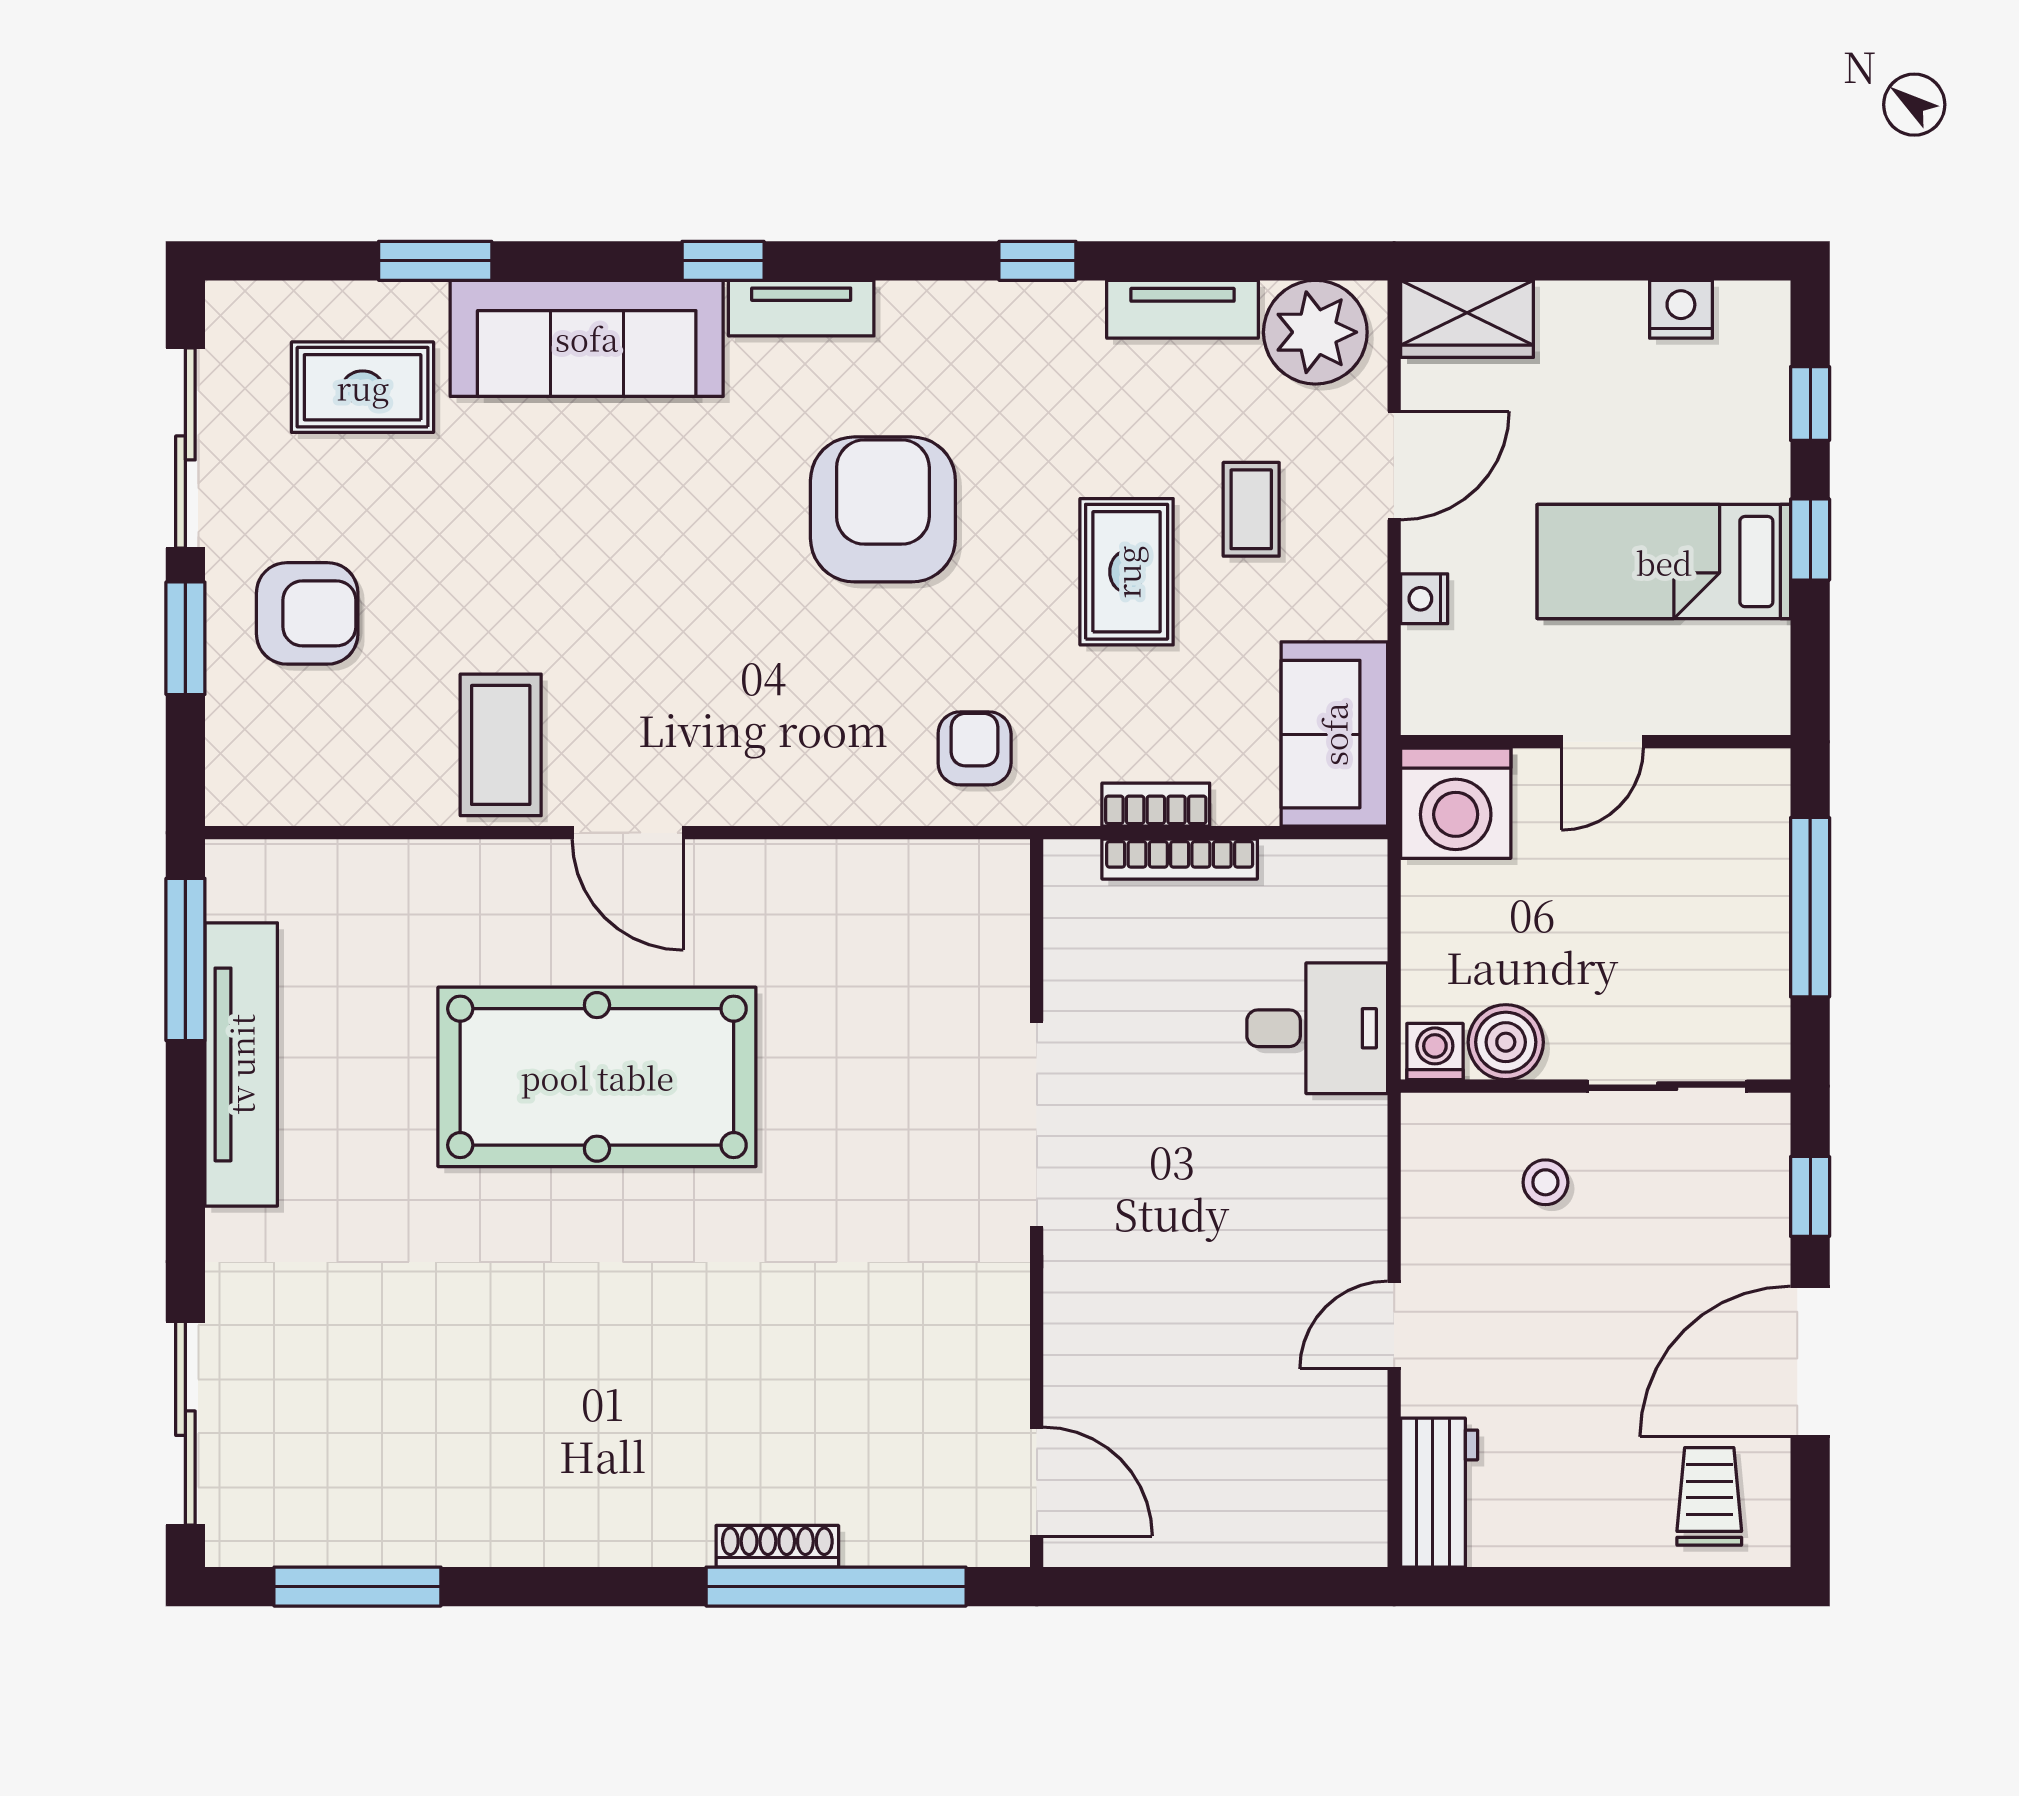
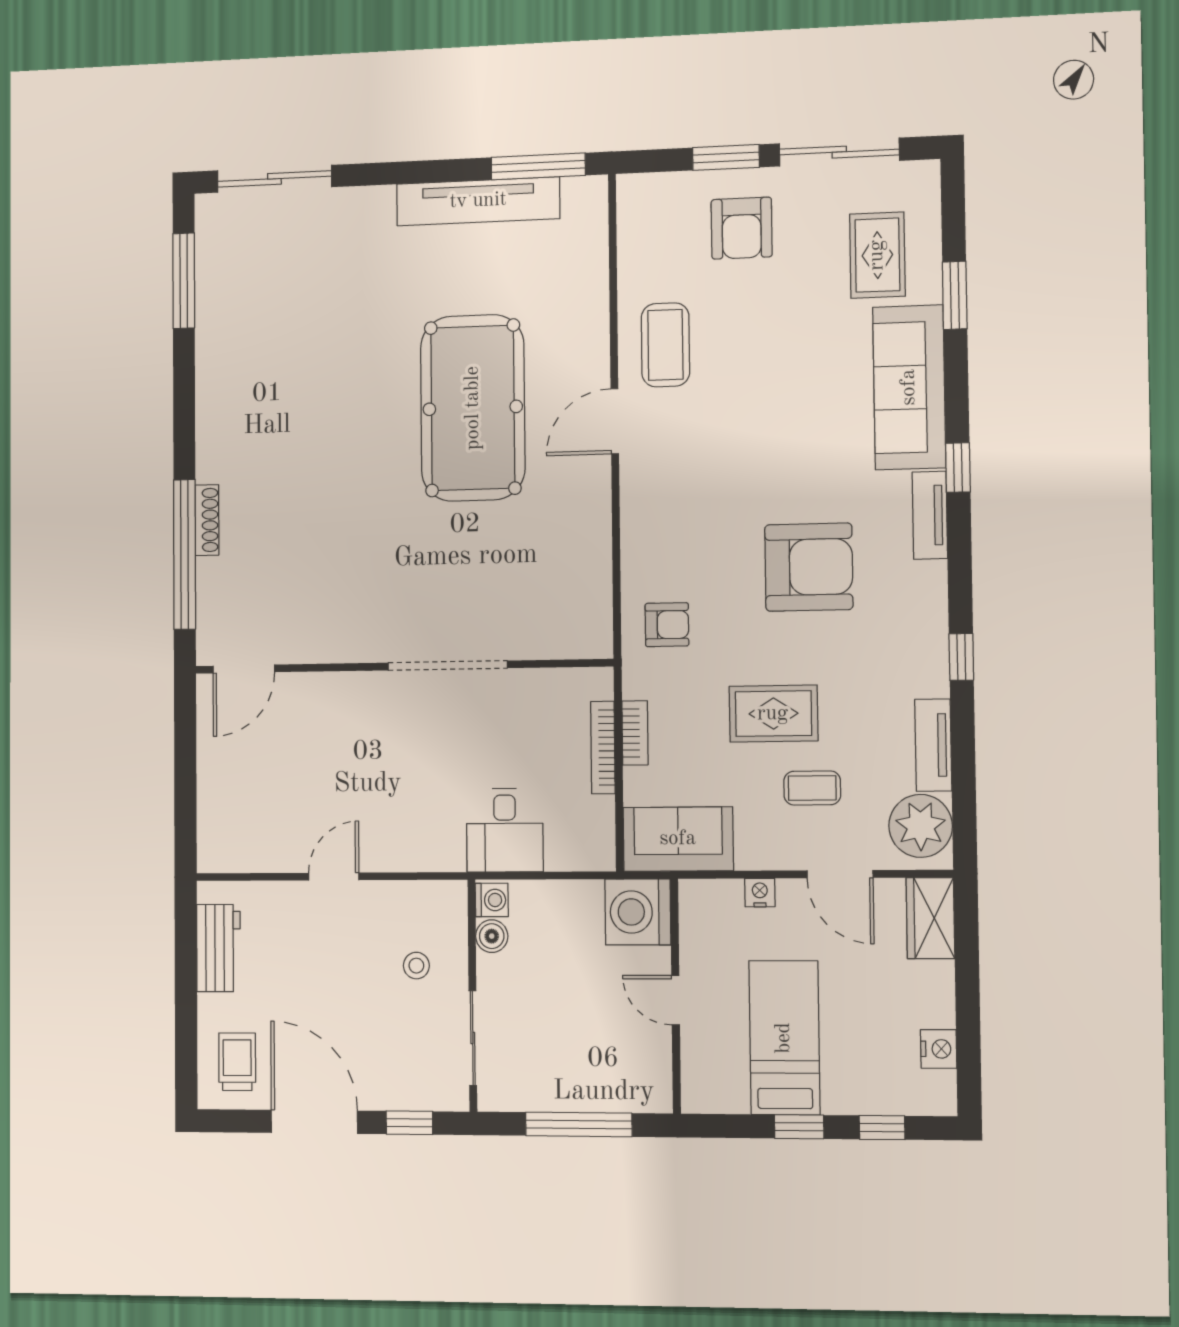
coffee table: (501, 745) -> (665, 345), turned 90
boiler: (1506, 1042) -> (492, 936), width x0.73, depth x0.73
door: (1394, 1325) -> (334, 877), hinge flipped
workbench: (1439, 1493) -> (218, 948), moved, turned -90
trolley: (1709, 1496) -> (237, 1062), turned -90

